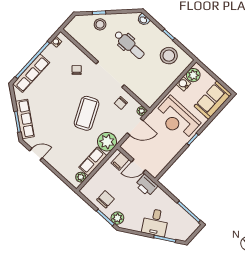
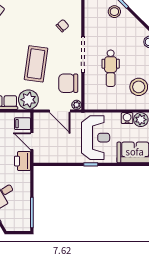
dental chair: (129, 45) -> (111, 68), moved
chair: (121, 103) -> (68, 83), width x1.87, depth x1.87
coffee table: (87, 113) -> (36, 64), turned -57
reception desk: (177, 119) -> (96, 138), turned 180

